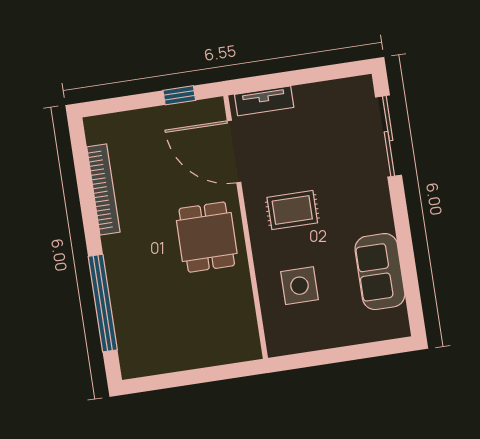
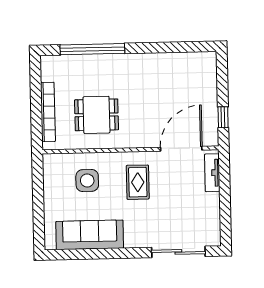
bookcase: (103, 190) -> (48, 112), moved, turned -90
dining table: (207, 237) -> (96, 115), moved
sofa: (380, 272) -> (90, 235), width x1.36

